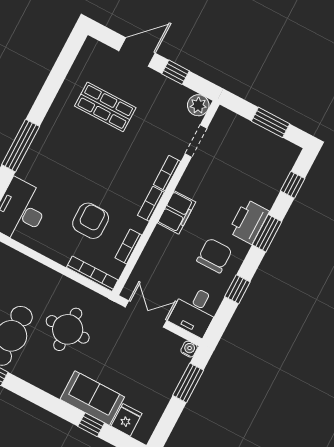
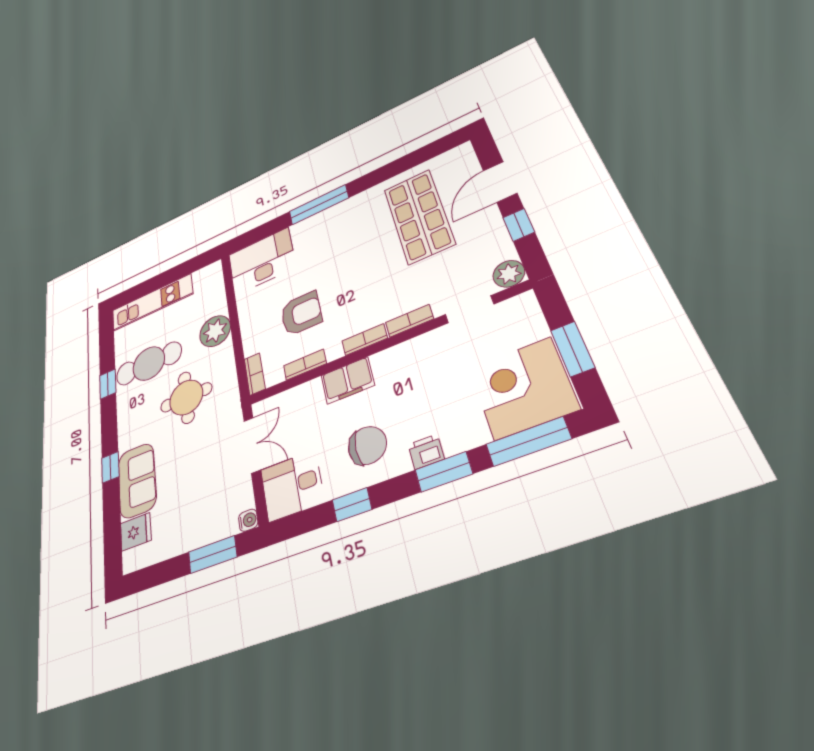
door: (137, 52) -> (500, 182), swing flipped
shop shelf: (105, 107) -> (419, 216), width x1.43, depth x1.36
corner desk: (265, 161) -> (523, 388), added
window: (293, 185) -> (528, 441), width x2.17
filing cabinet: (176, 212) -> (348, 380), moved
printer: (249, 222) -> (426, 452), width x0.53, depth x0.68
bookcase: (92, 274) -> (255, 374), width x0.64
plant: (39, 278) -> (215, 331), added
window: (91, 425) -> (110, 467), moved

